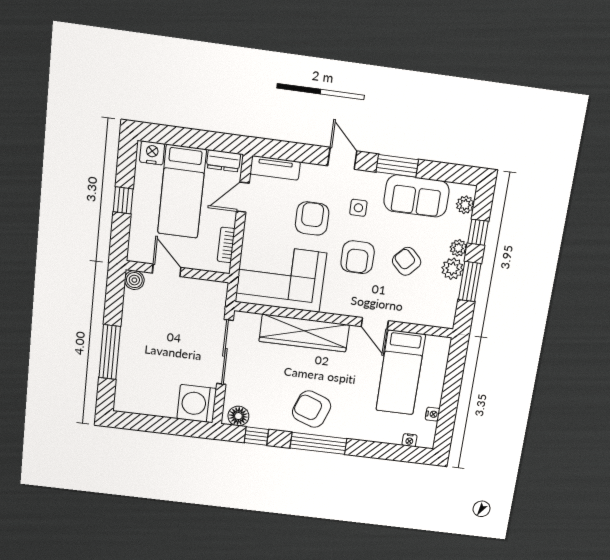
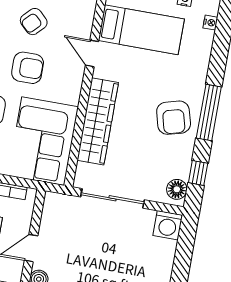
door: (375, 324) -> (92, 53), swing flipped
washing machine: (197, 404) -> (168, 225), width x0.73, depth x0.73
armchair: (312, 409) -> (174, 118), turned -35

